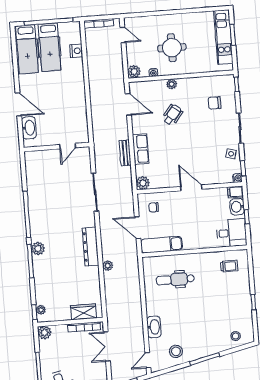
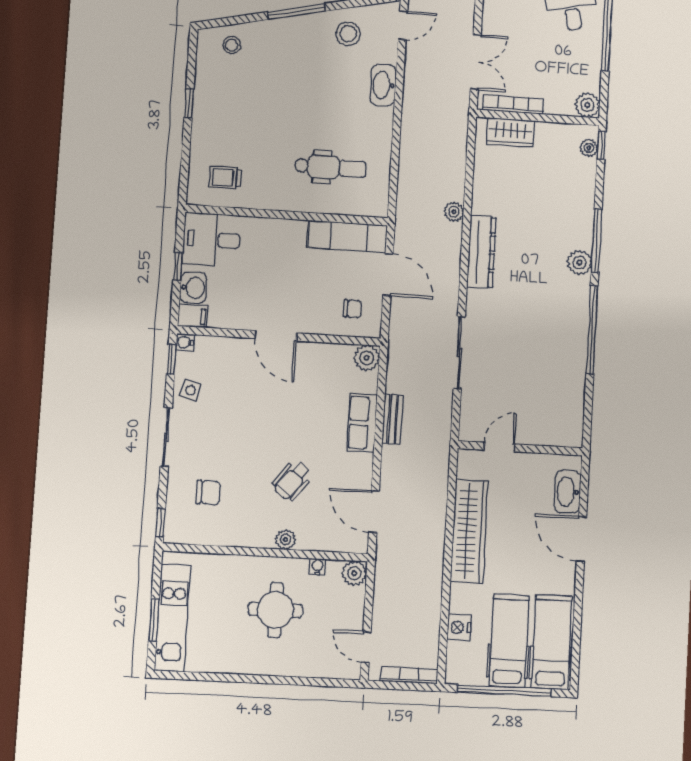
wardrobe: (77, 101) -> (469, 531), added

